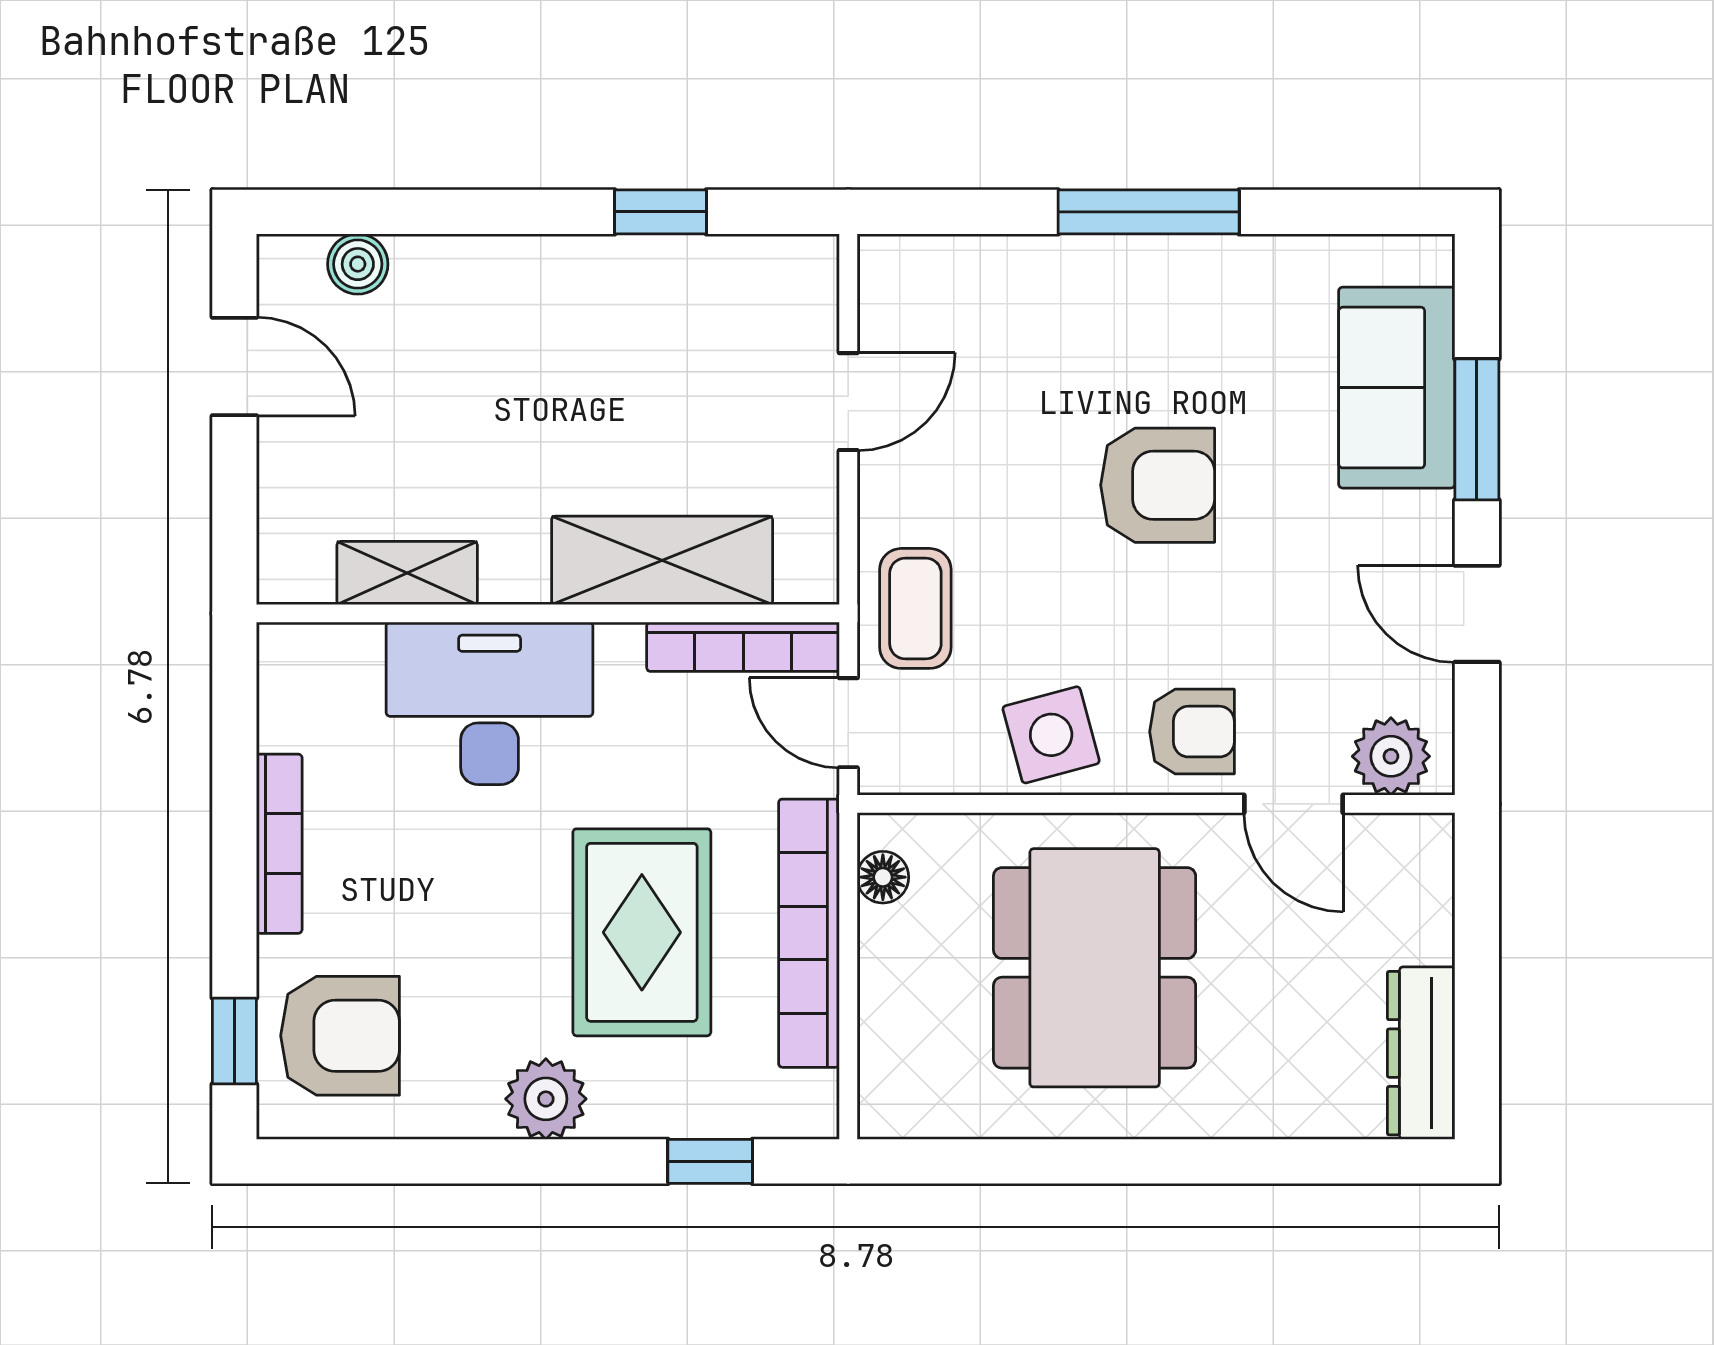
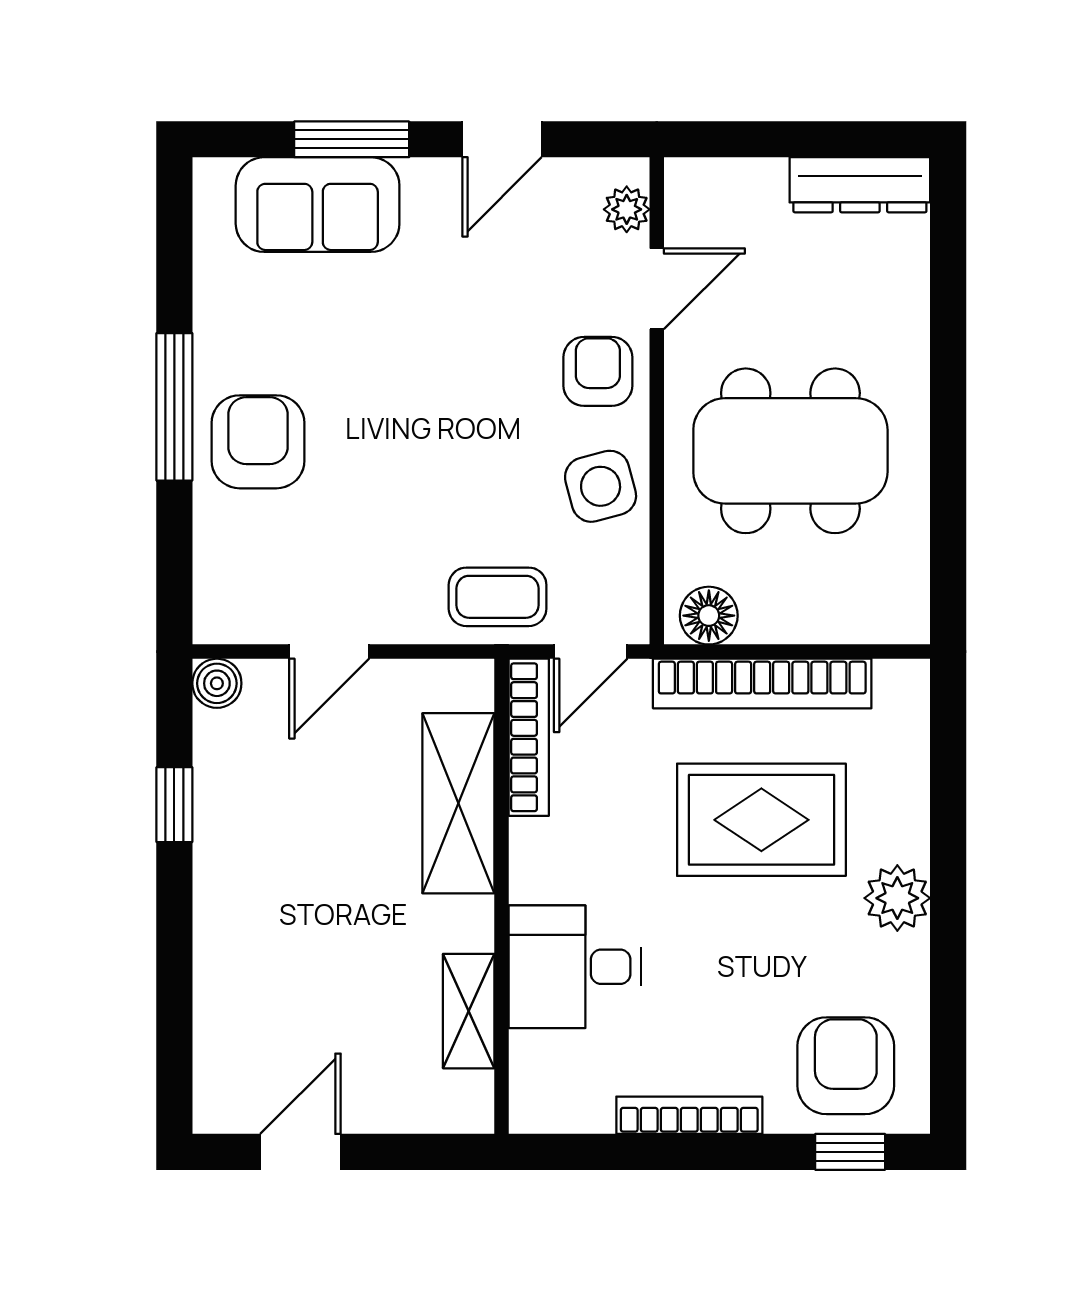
boiler: (358, 264) -> (217, 683), moved
door: (848, 402) -> (329, 652), swing flipped
armchair: (1158, 485) -> (258, 442), moved
desk: (490, 703) -> (575, 967), width x0.73
plant: (1391, 756) -> (627, 209), width x0.73, depth x0.73
floor lamp: (883, 877) -> (709, 616), width x1.37, depth x1.37
window: (710, 1161) -> (948, 764), removed

